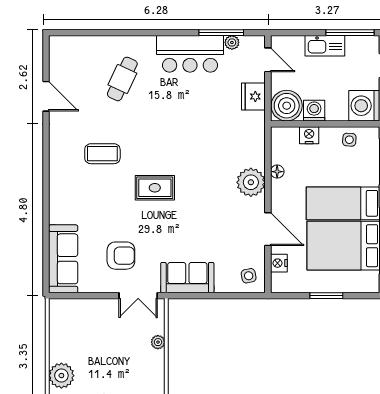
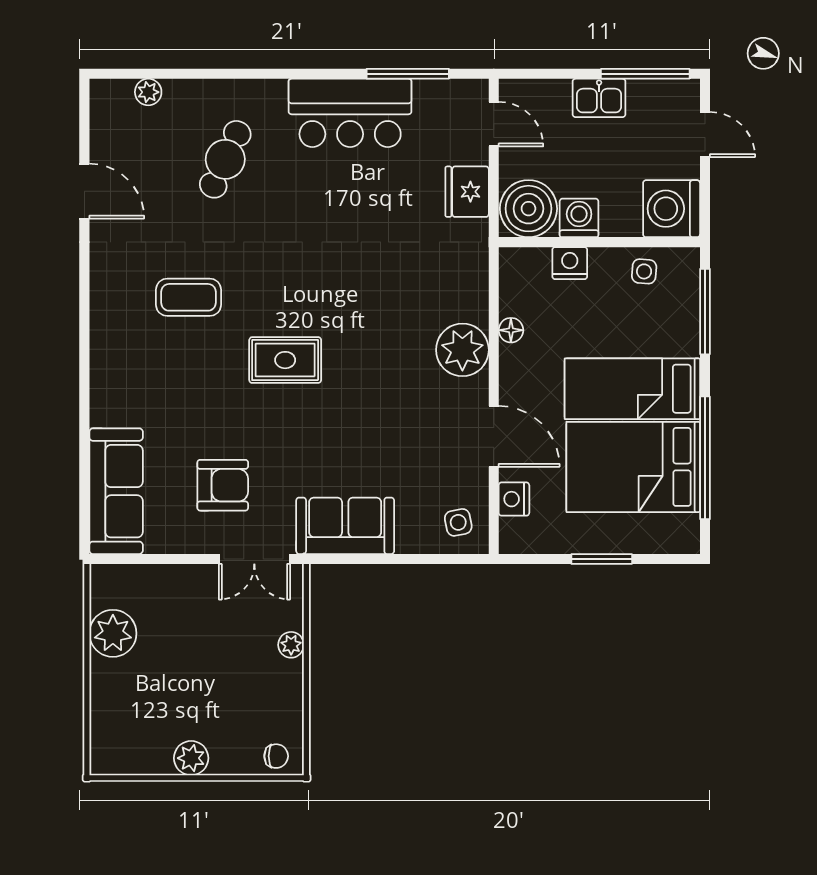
plant: (232, 42) -> (148, 92), moved
kitchen sink: (325, 46) -> (599, 98), width x0.73
plant: (61, 376) -> (113, 633), moved

